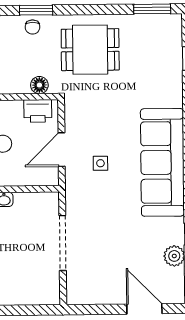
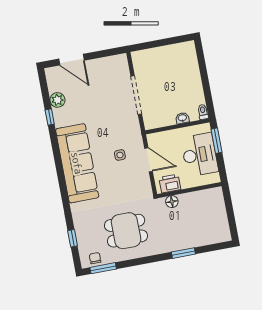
chair: (32, 27) -> (95, 258), moved
dining table: (90, 50) -> (126, 231), moved
door: (62, 150) -> (149, 160), hinge flipped

